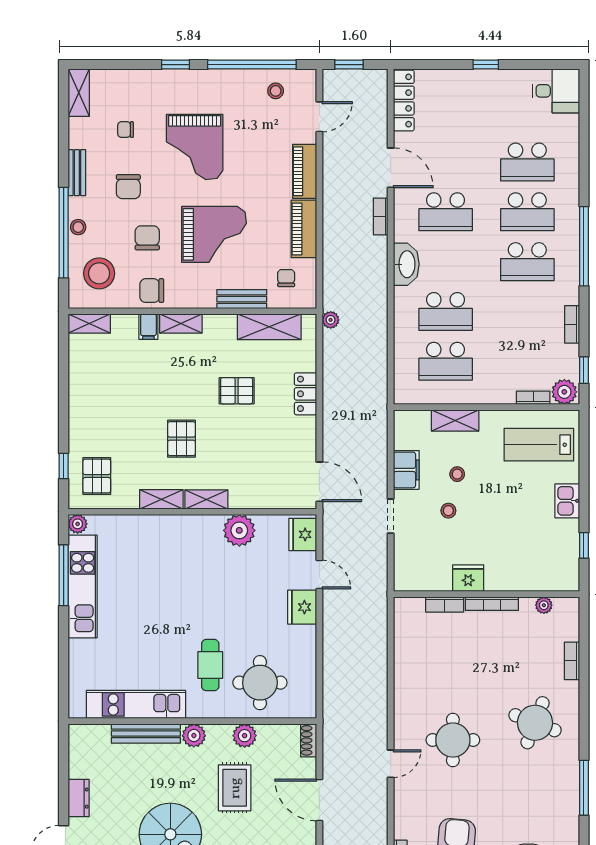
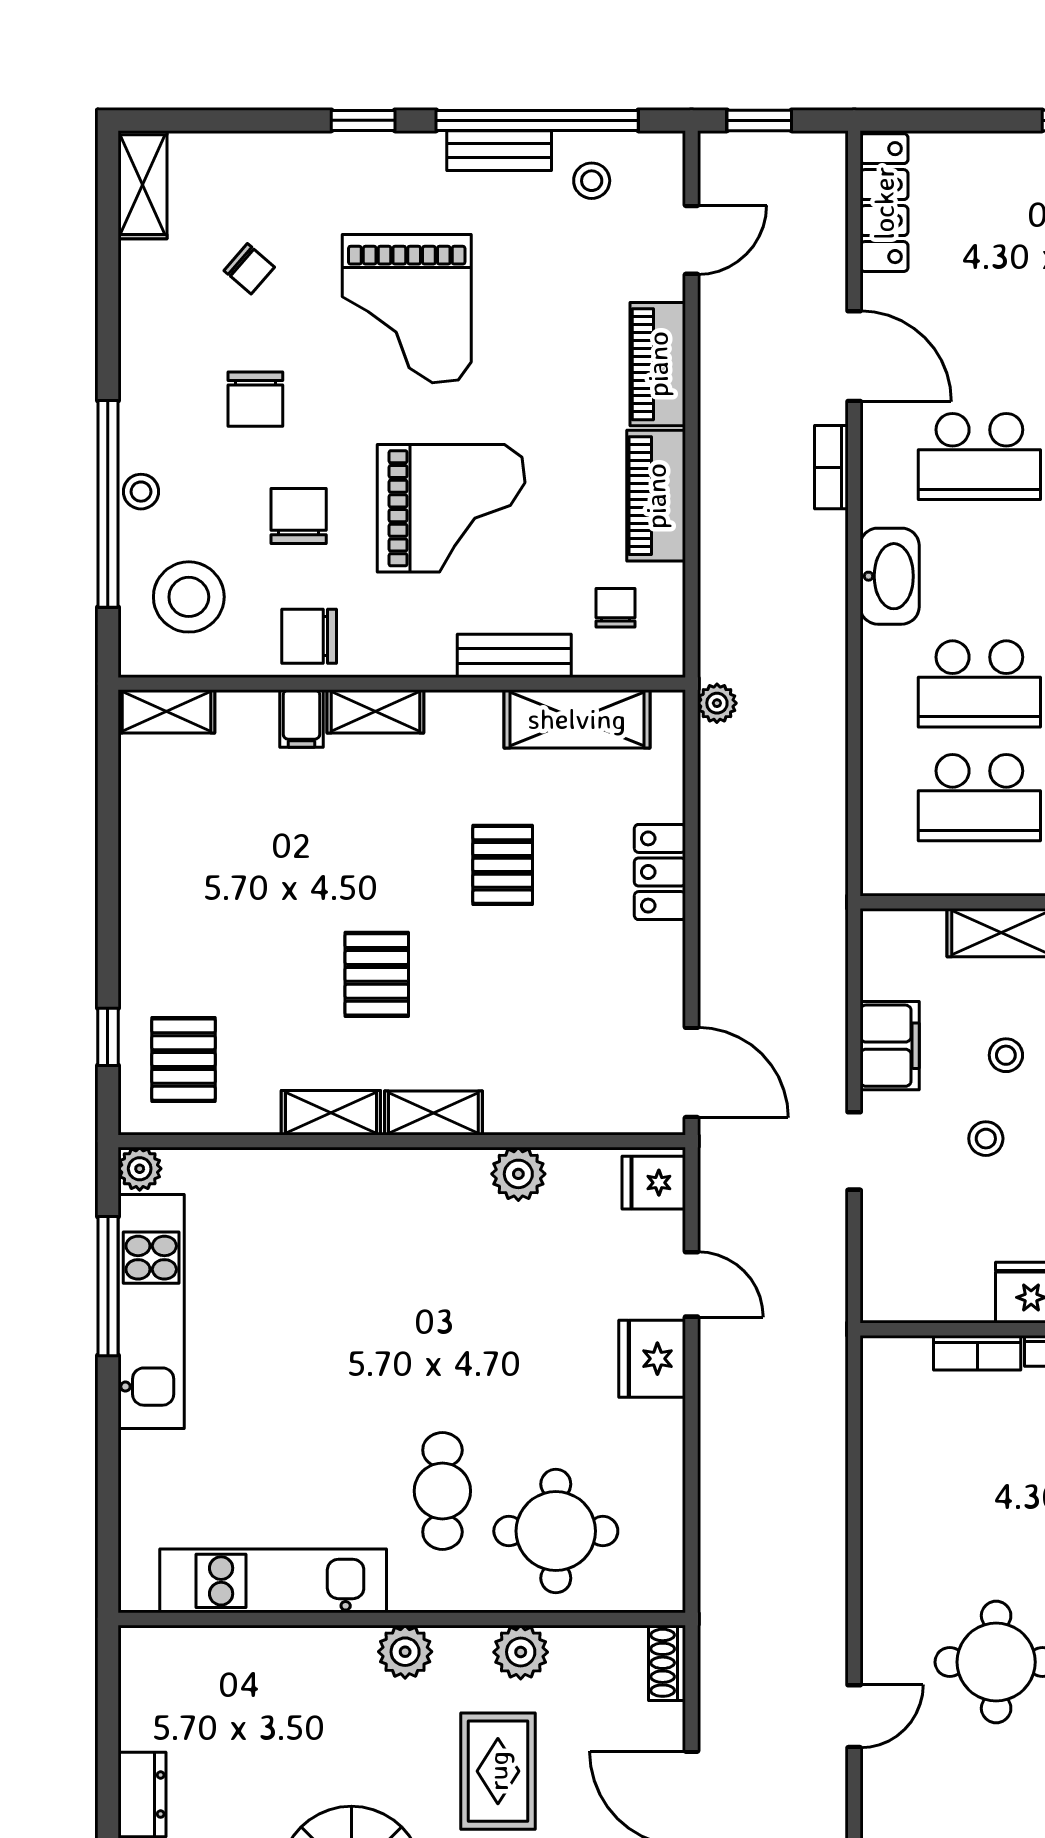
chair: (126, 130) -> (249, 269), turned -139
bench: (77, 173) -> (499, 151), moved, turned 90
pallet: (237, 391) -> (503, 865), turned 90
plant: (239, 530) -> (518, 1174), width x0.73, depth x0.73
fridge: (303, 534) -> (654, 1183), width x0.72
bench: (146, 733) -> (296, 1647), removed

